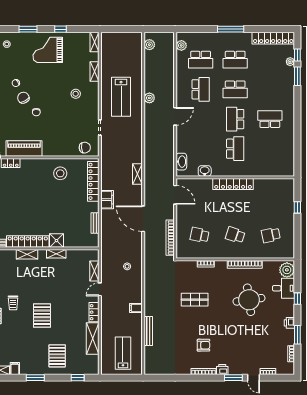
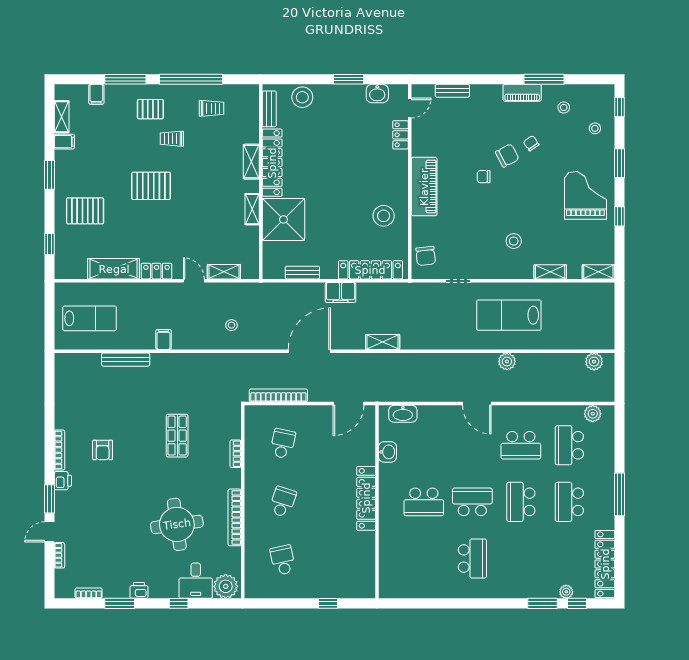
piano: (24, 149) -> (424, 187), moved
shower: (56, 241) -> (283, 219), width x1.86, depth x1.86

